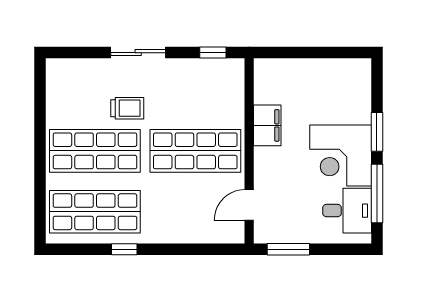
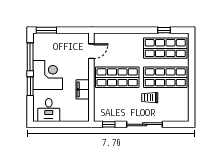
sliding door: (138, 53) -> (145, 124), width x1.37
desk: (347, 211) -> (49, 110), moved, turned -90
window: (124, 249) -> (164, 30), moved
window: (288, 249) -> (46, 30), moved

